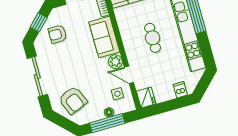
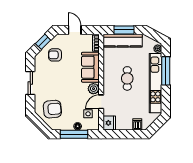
door: (129, 75) -> (101, 102), hinge flipped
sliding door: (37, 76) -> (30, 83), width x0.73
armchair: (73, 100) -> (52, 109), turned -73

